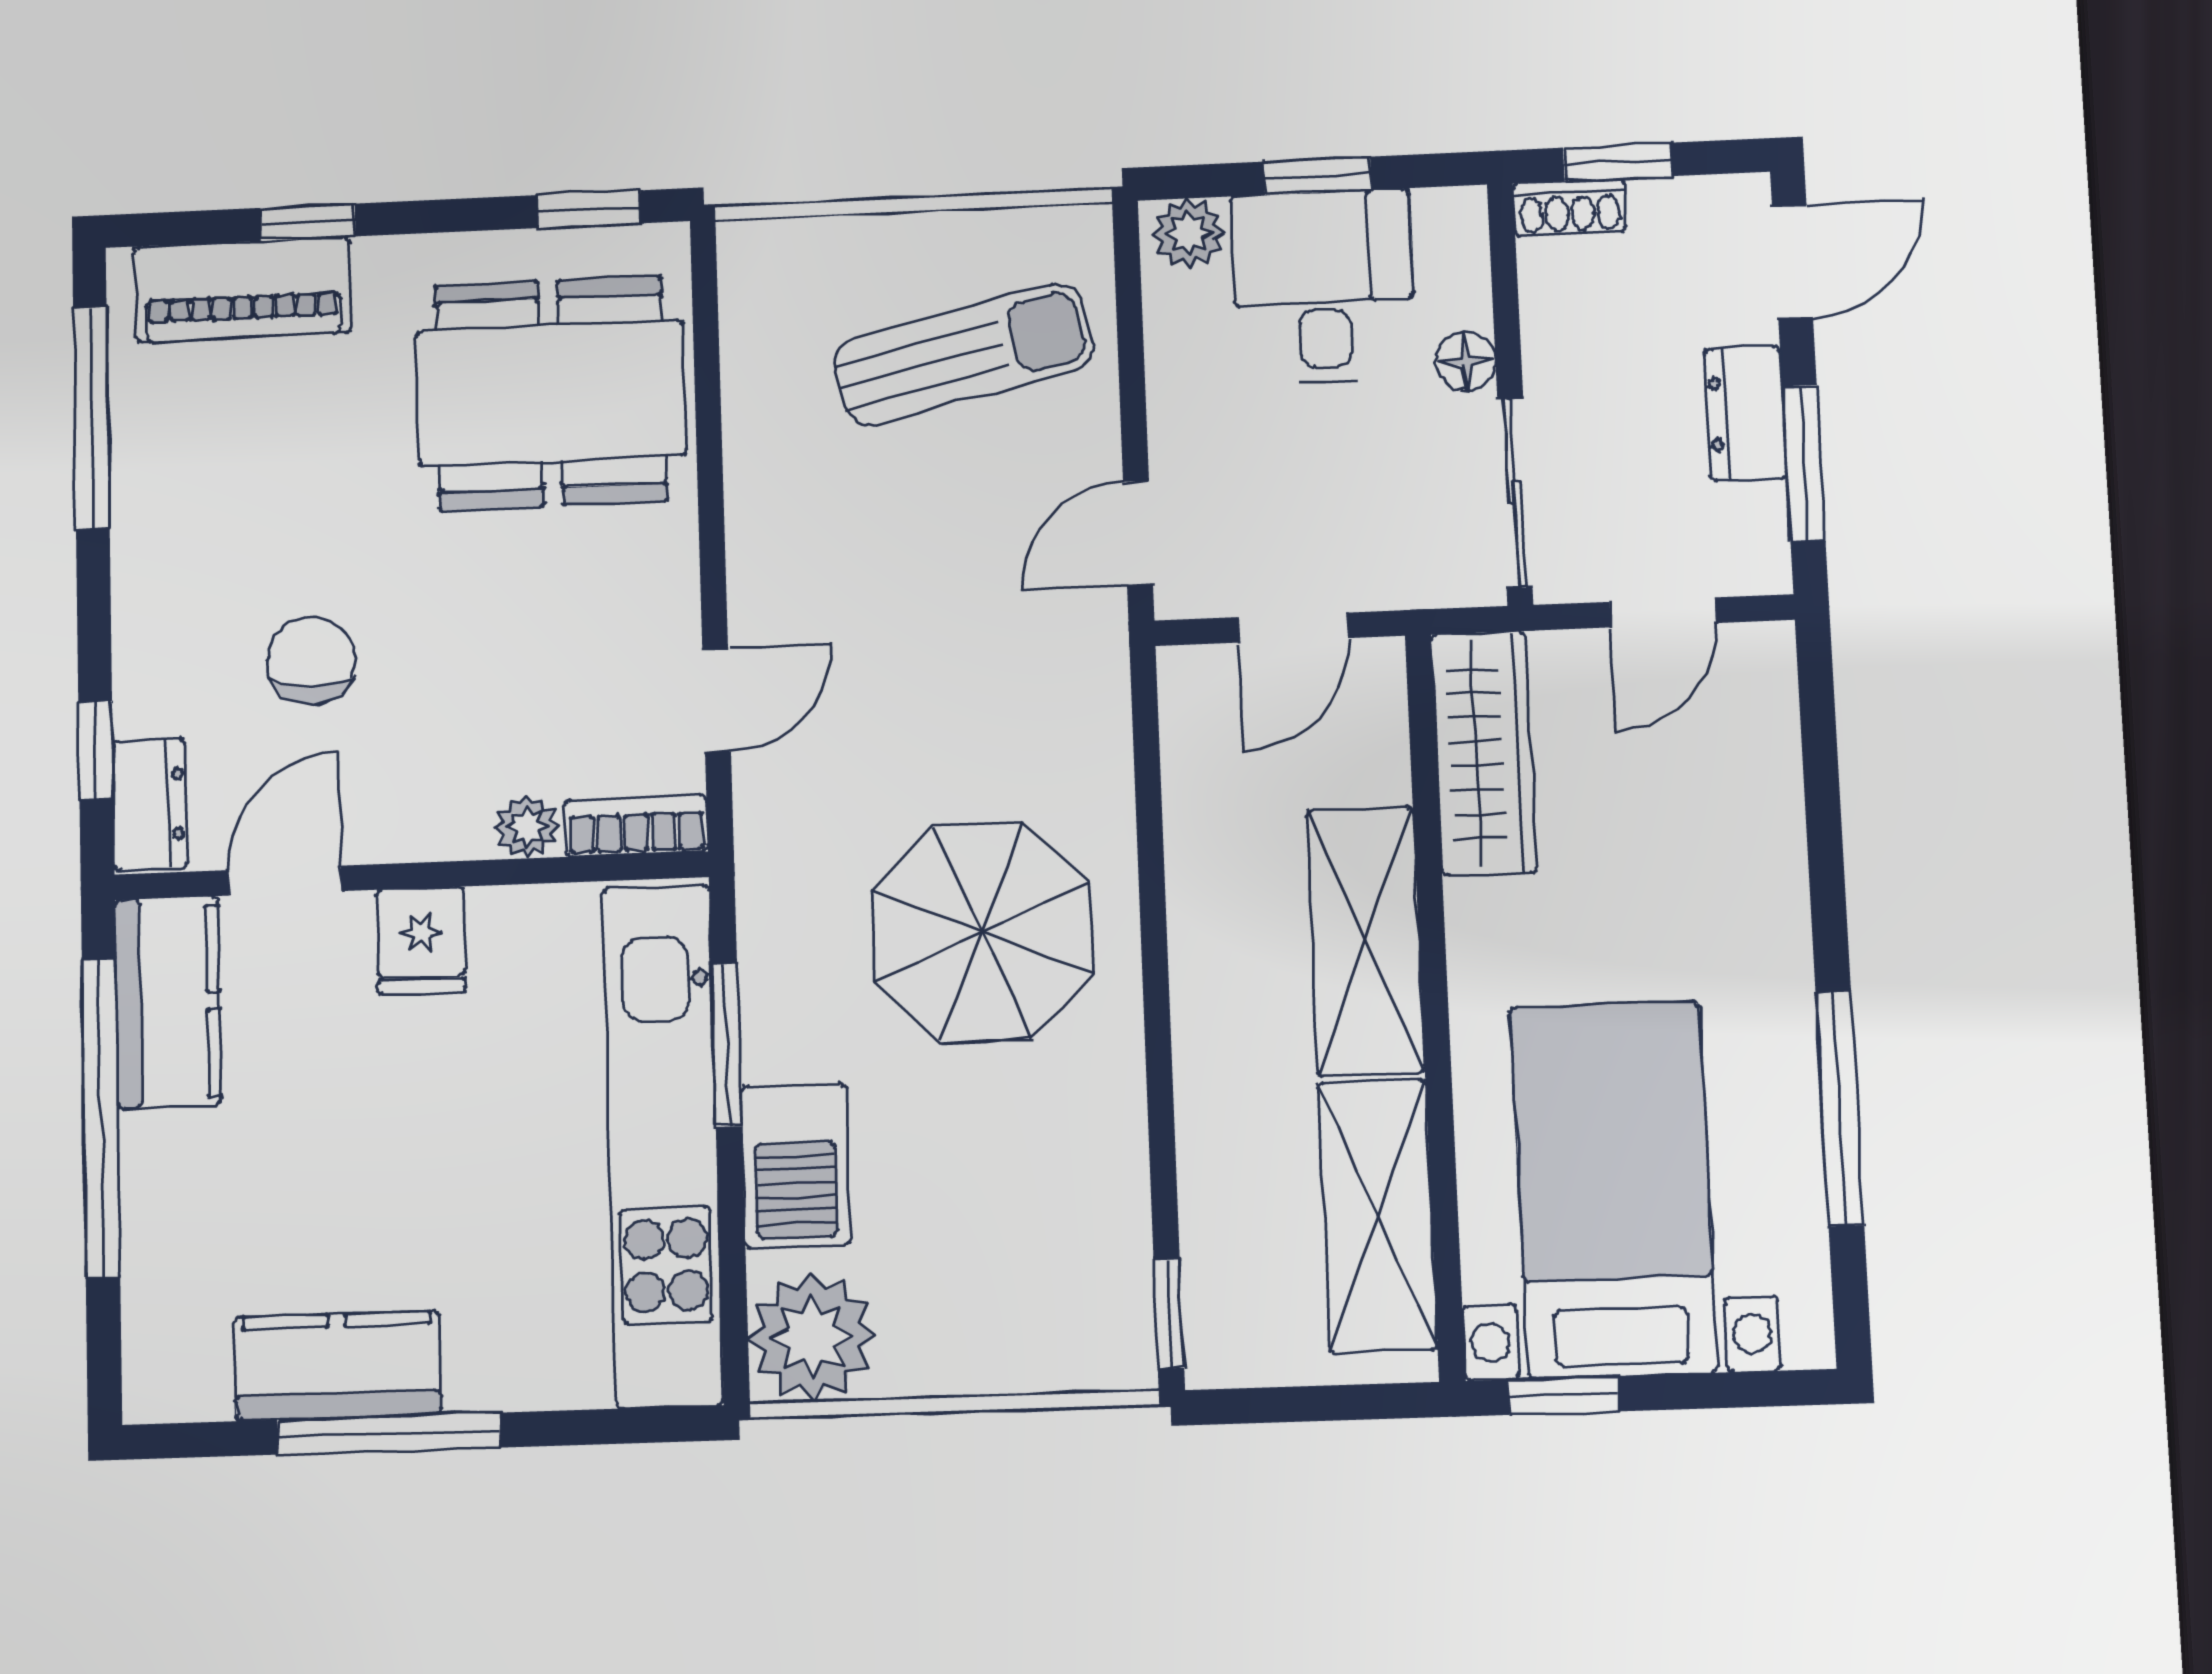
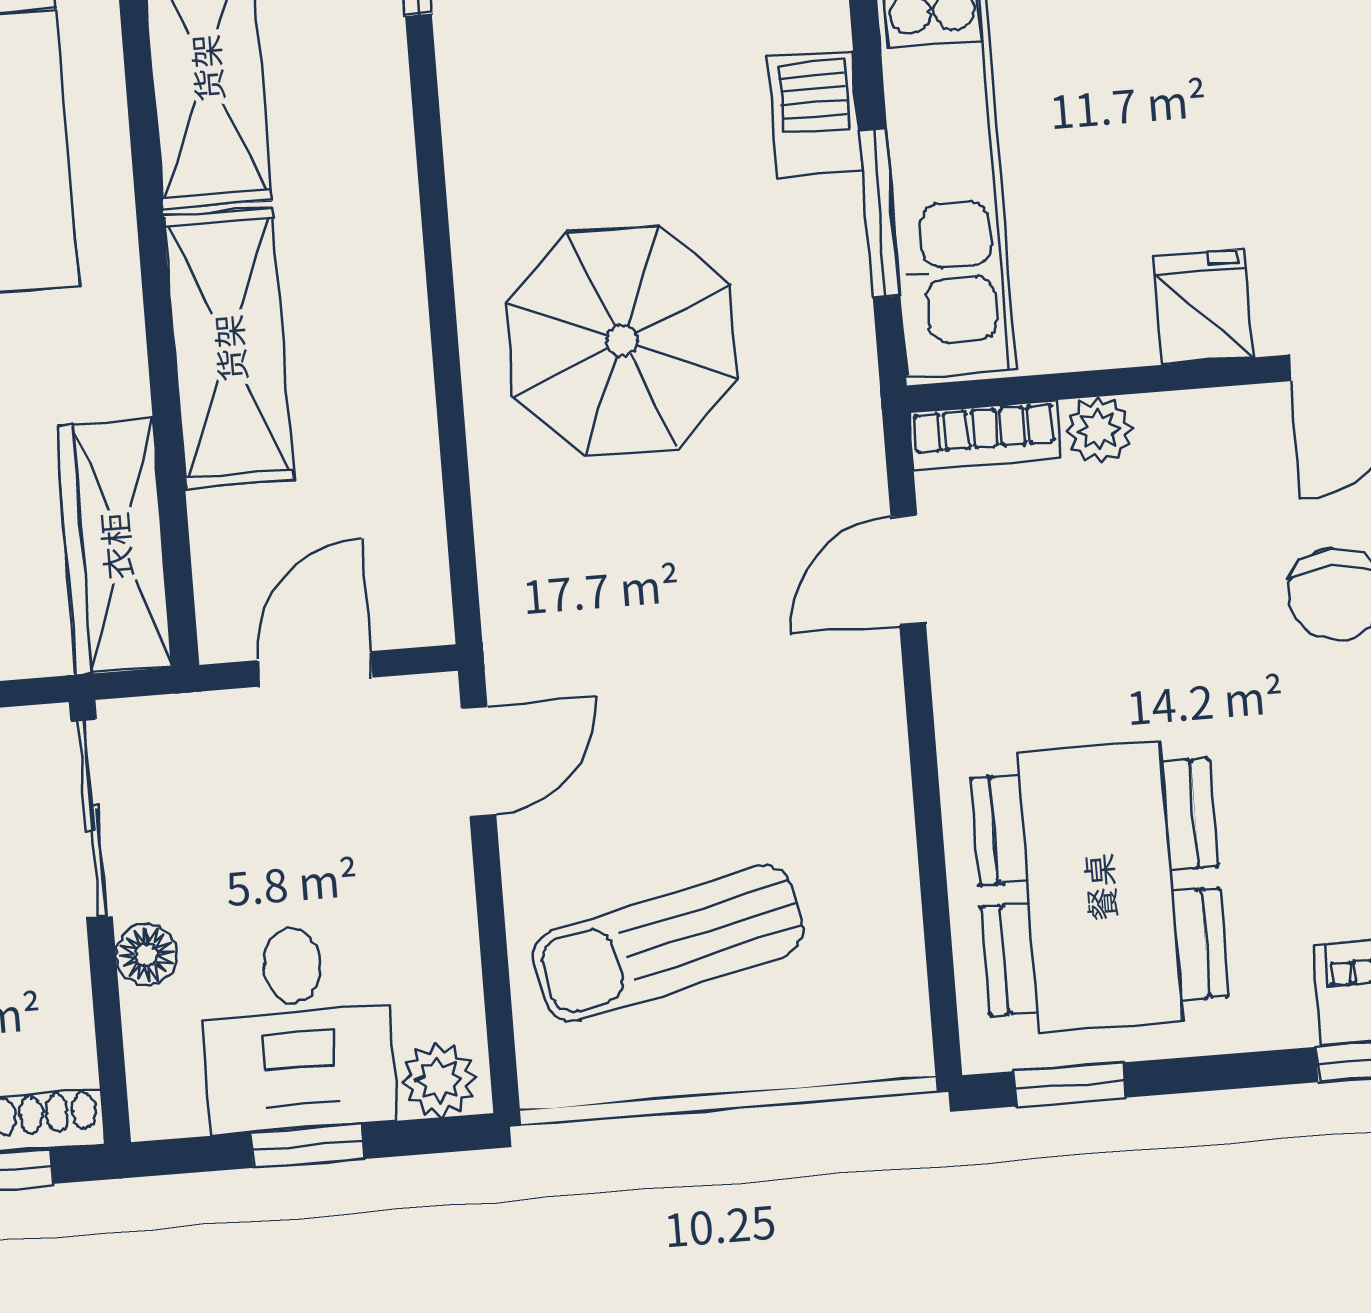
dining table: (551, 393) -> (1099, 887), turned 90
barbecue: (795, 1166) -> (815, 114), width x0.73, depth x0.79

